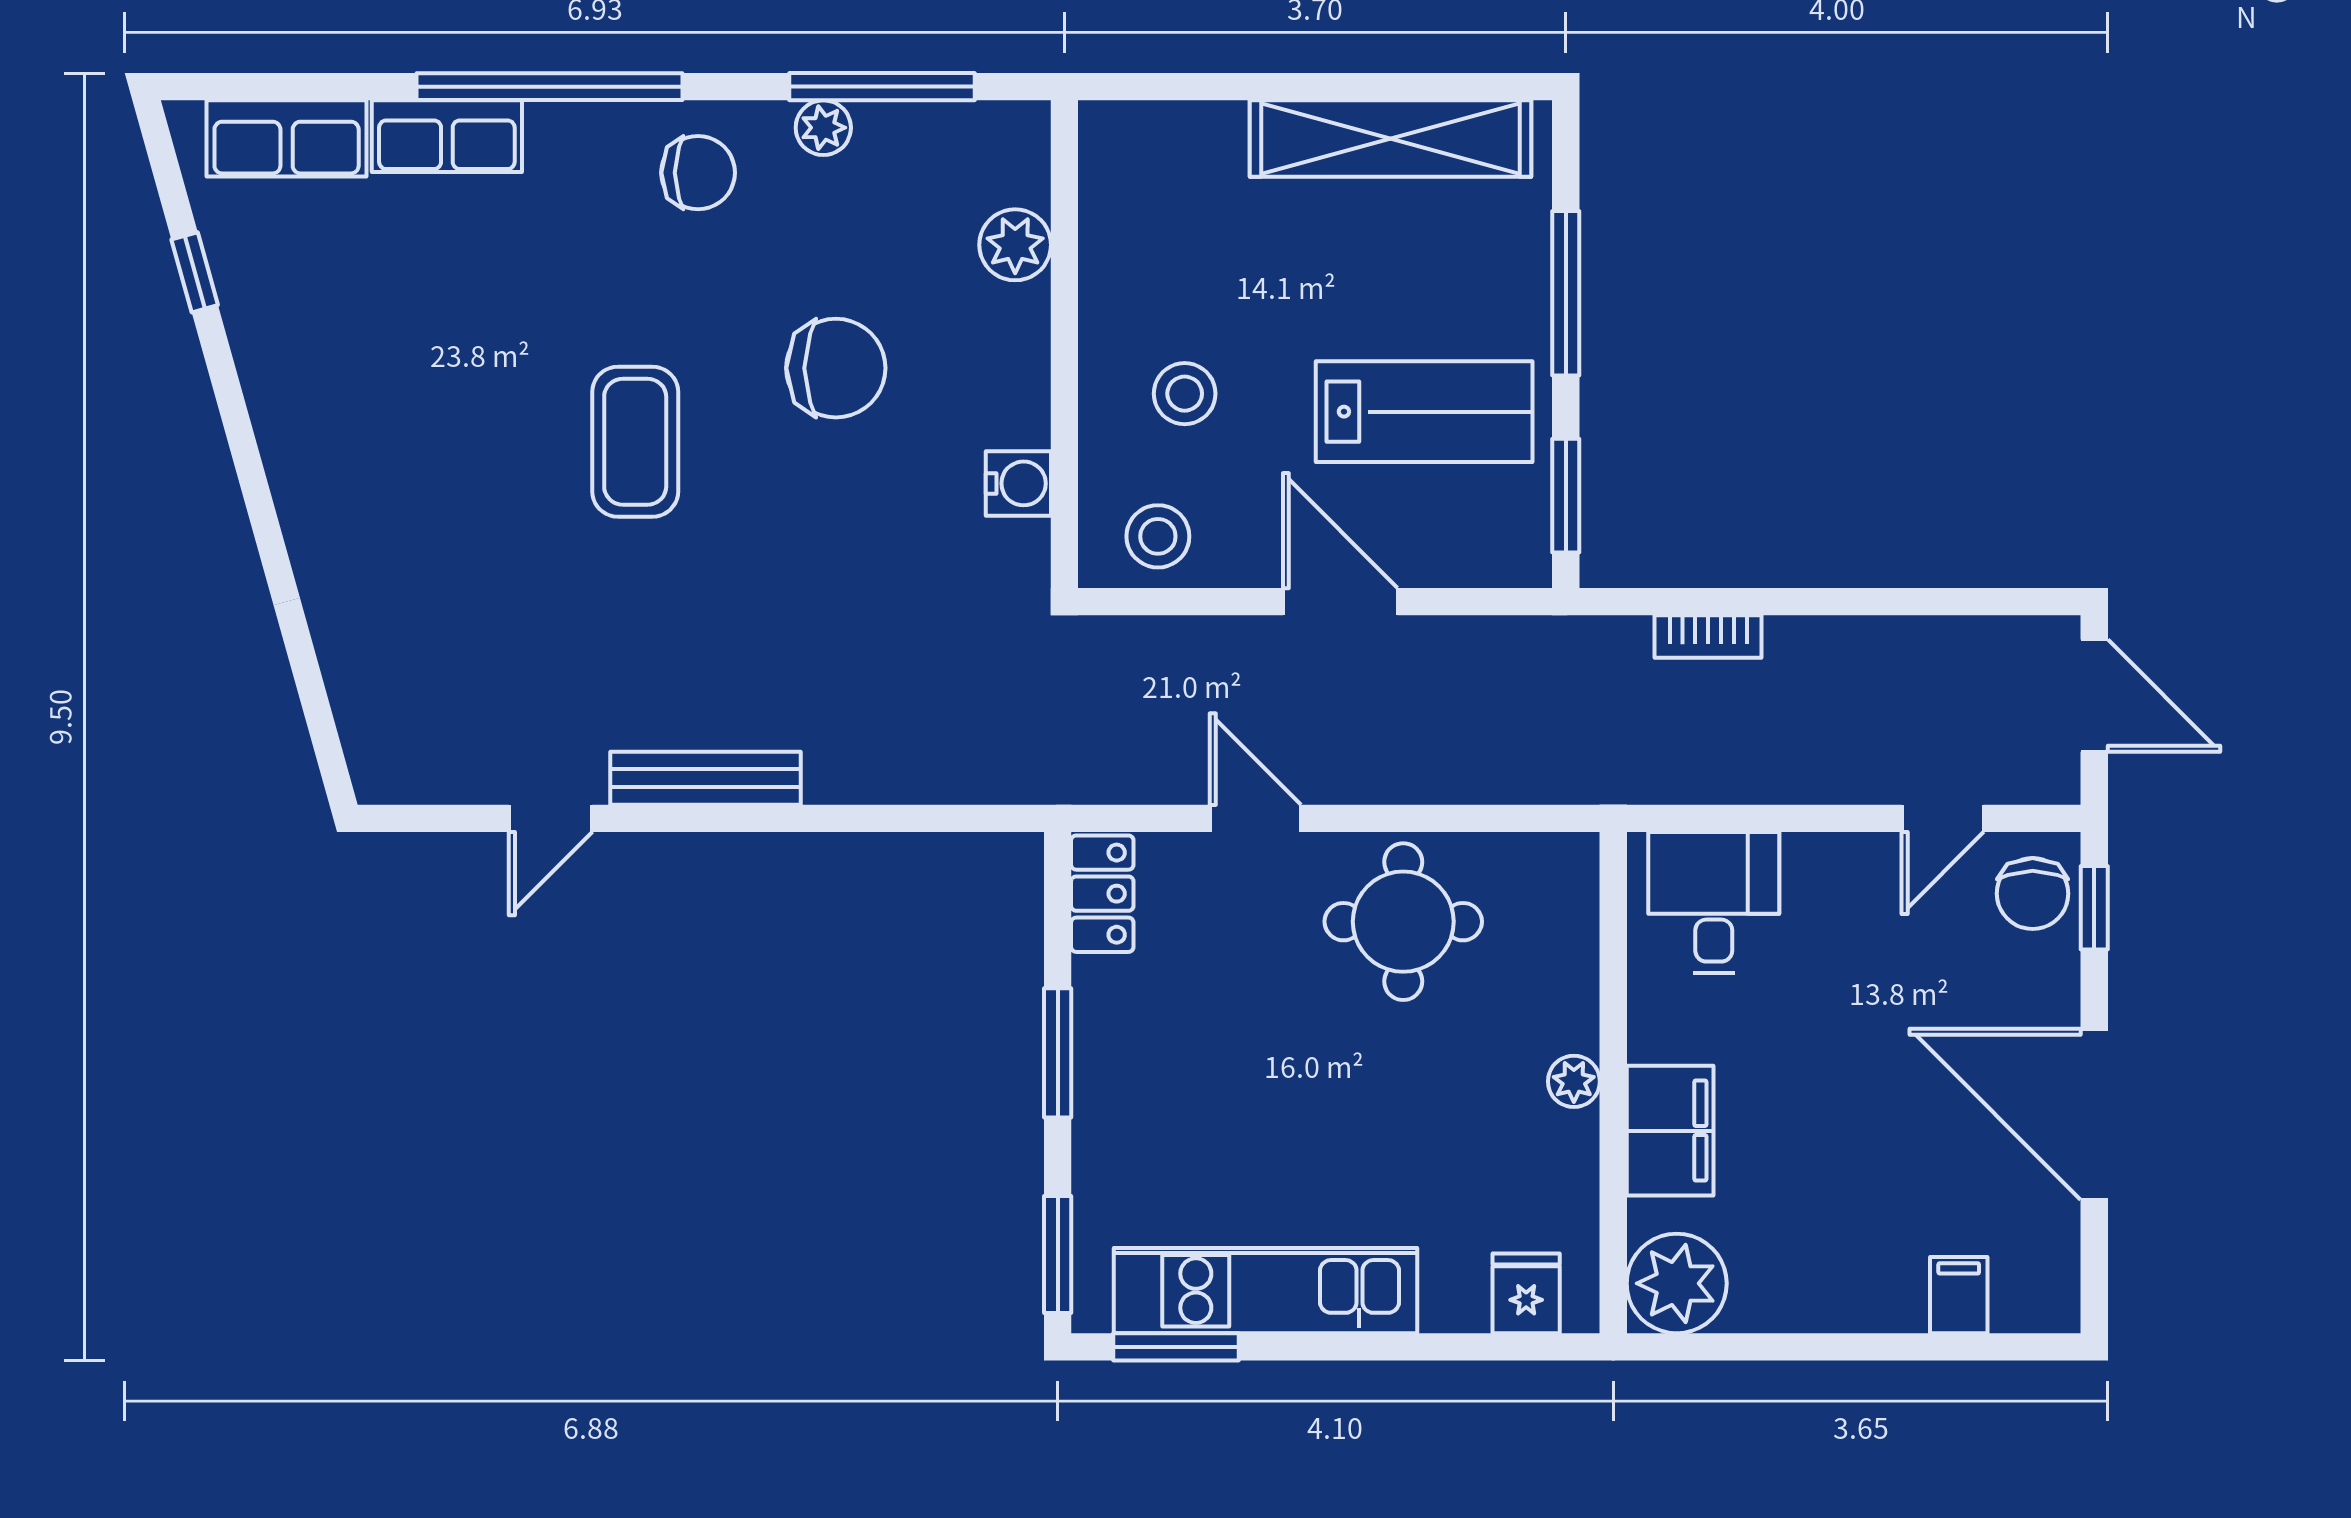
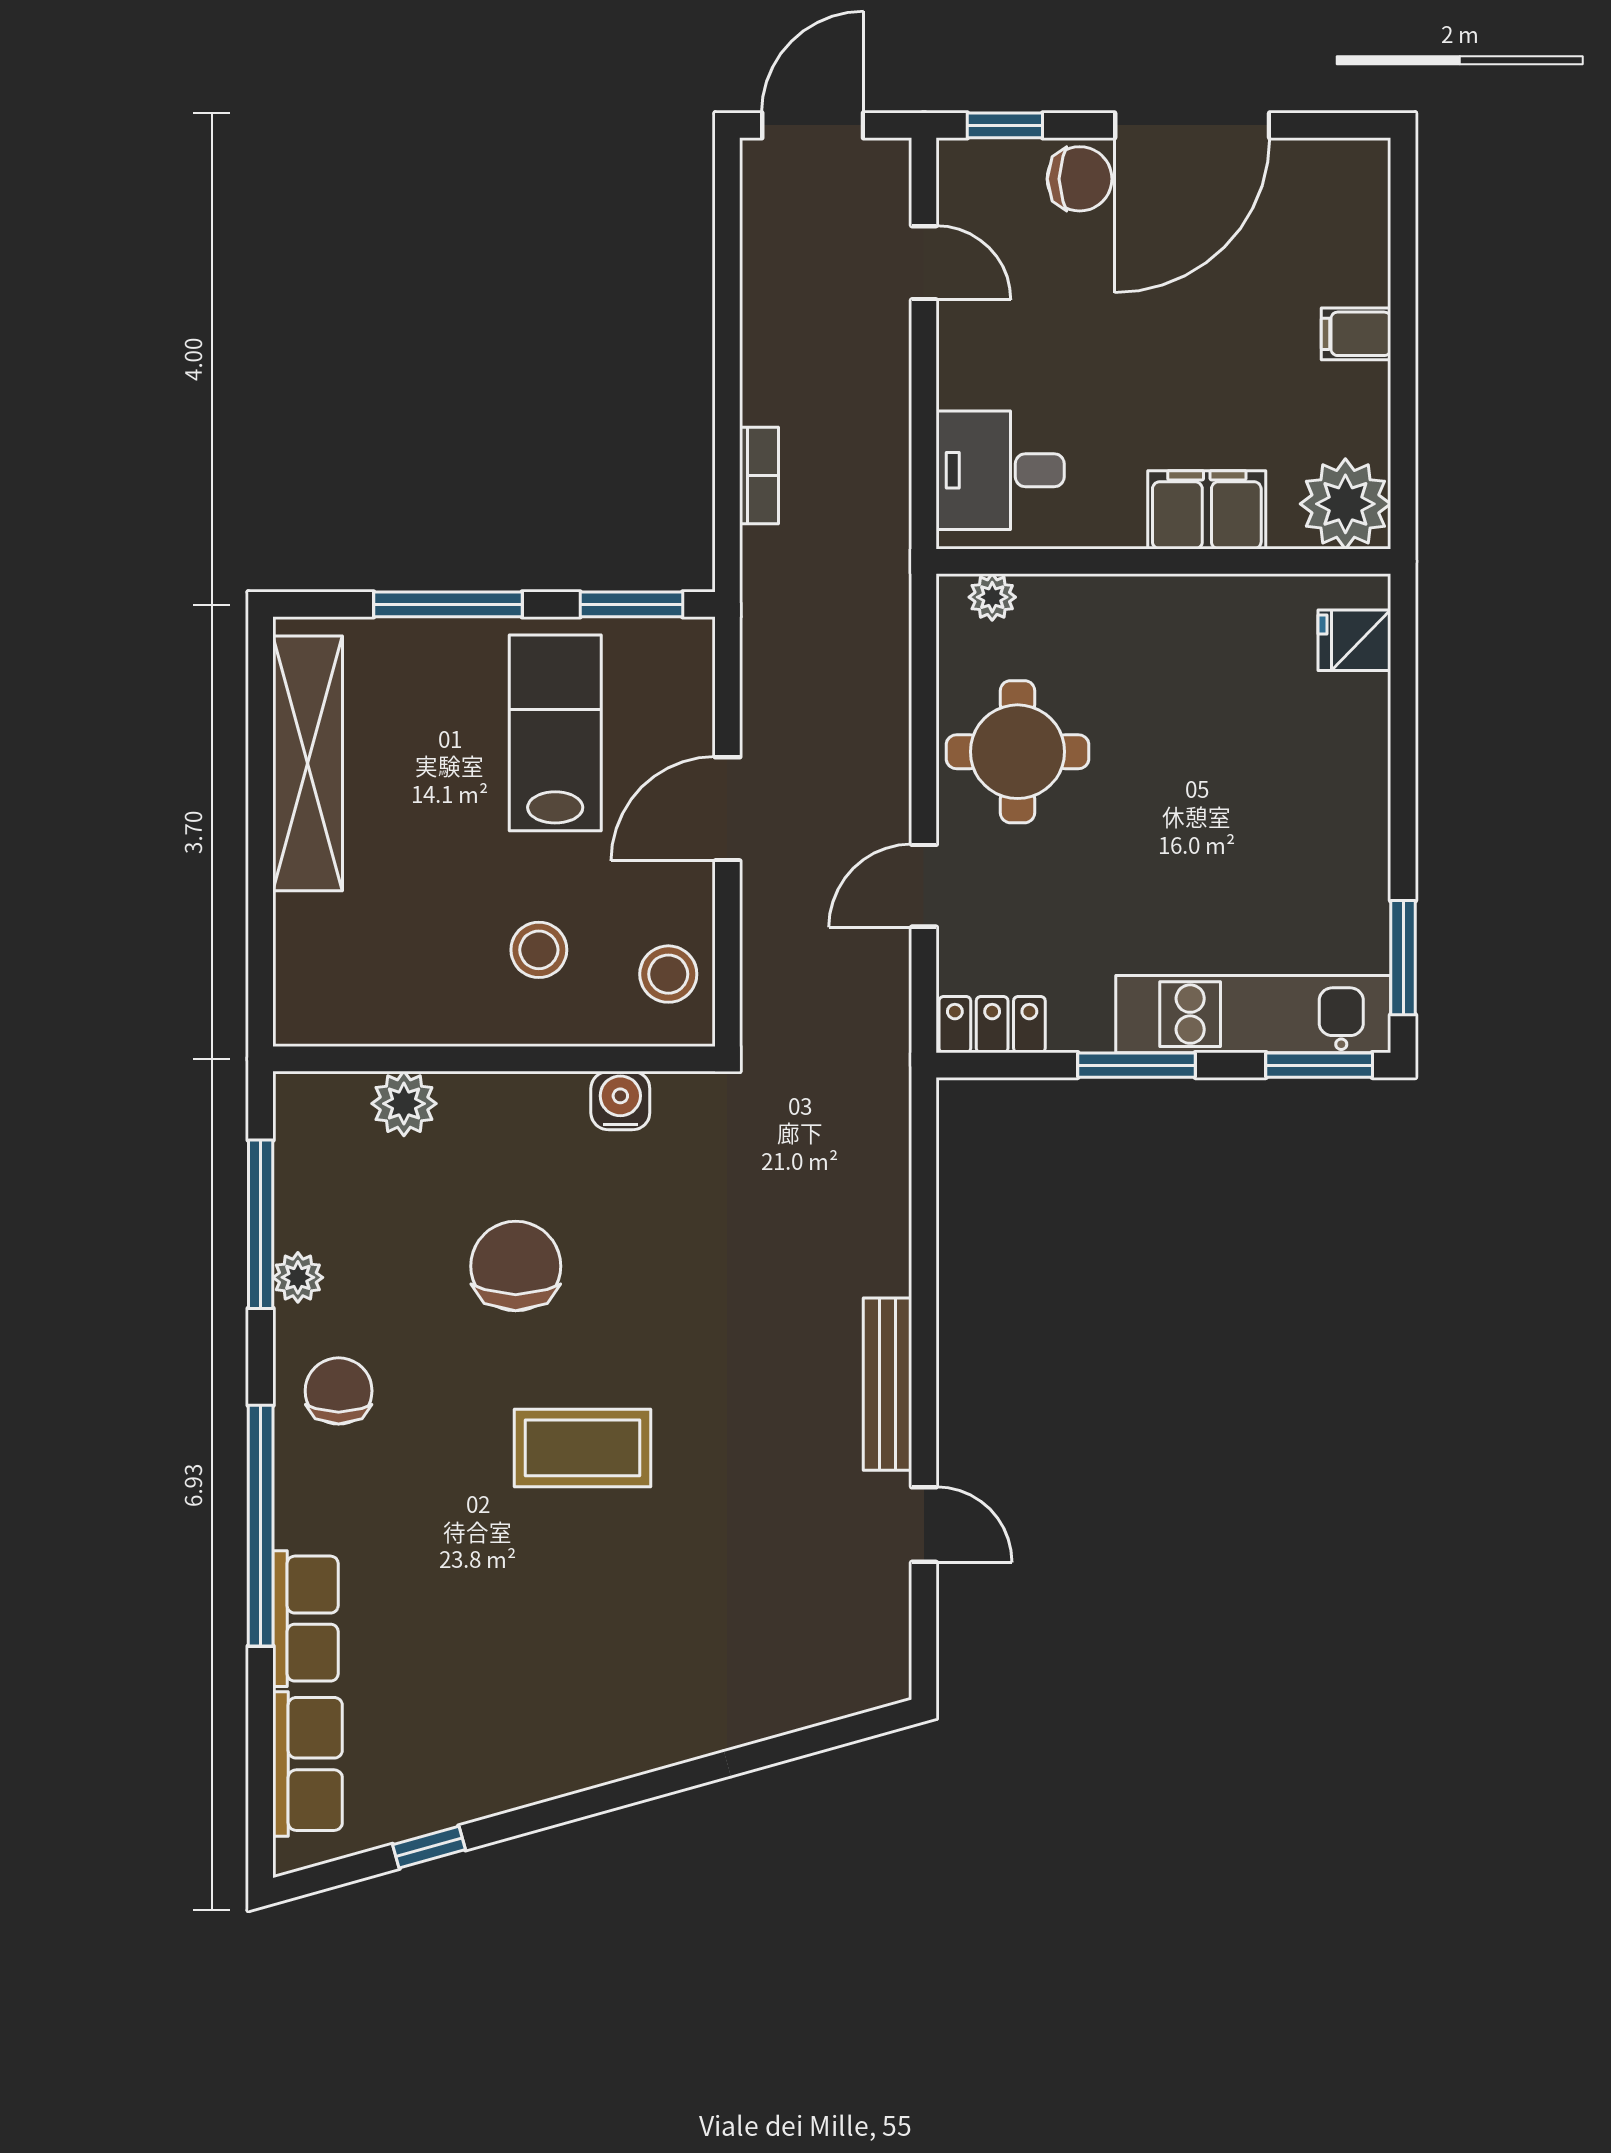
chair: (2033, 894) -> (1080, 179), moved
plant: (1574, 1081) -> (992, 597), moved
kitchen unit: (1266, 1291) -> (1253, 1014), moved, turned 90
filing cabinet: (1959, 1295) -> (1356, 334), moved

